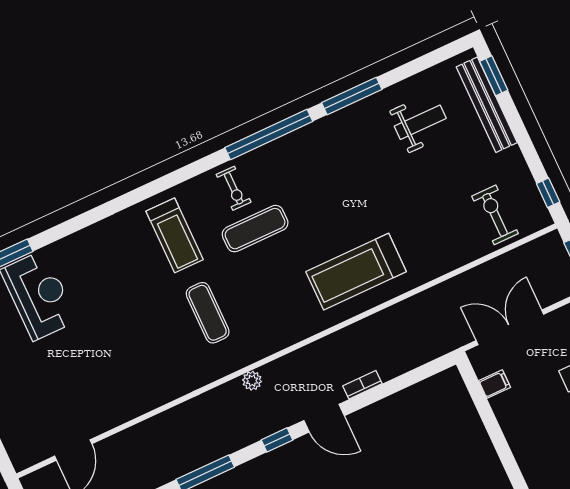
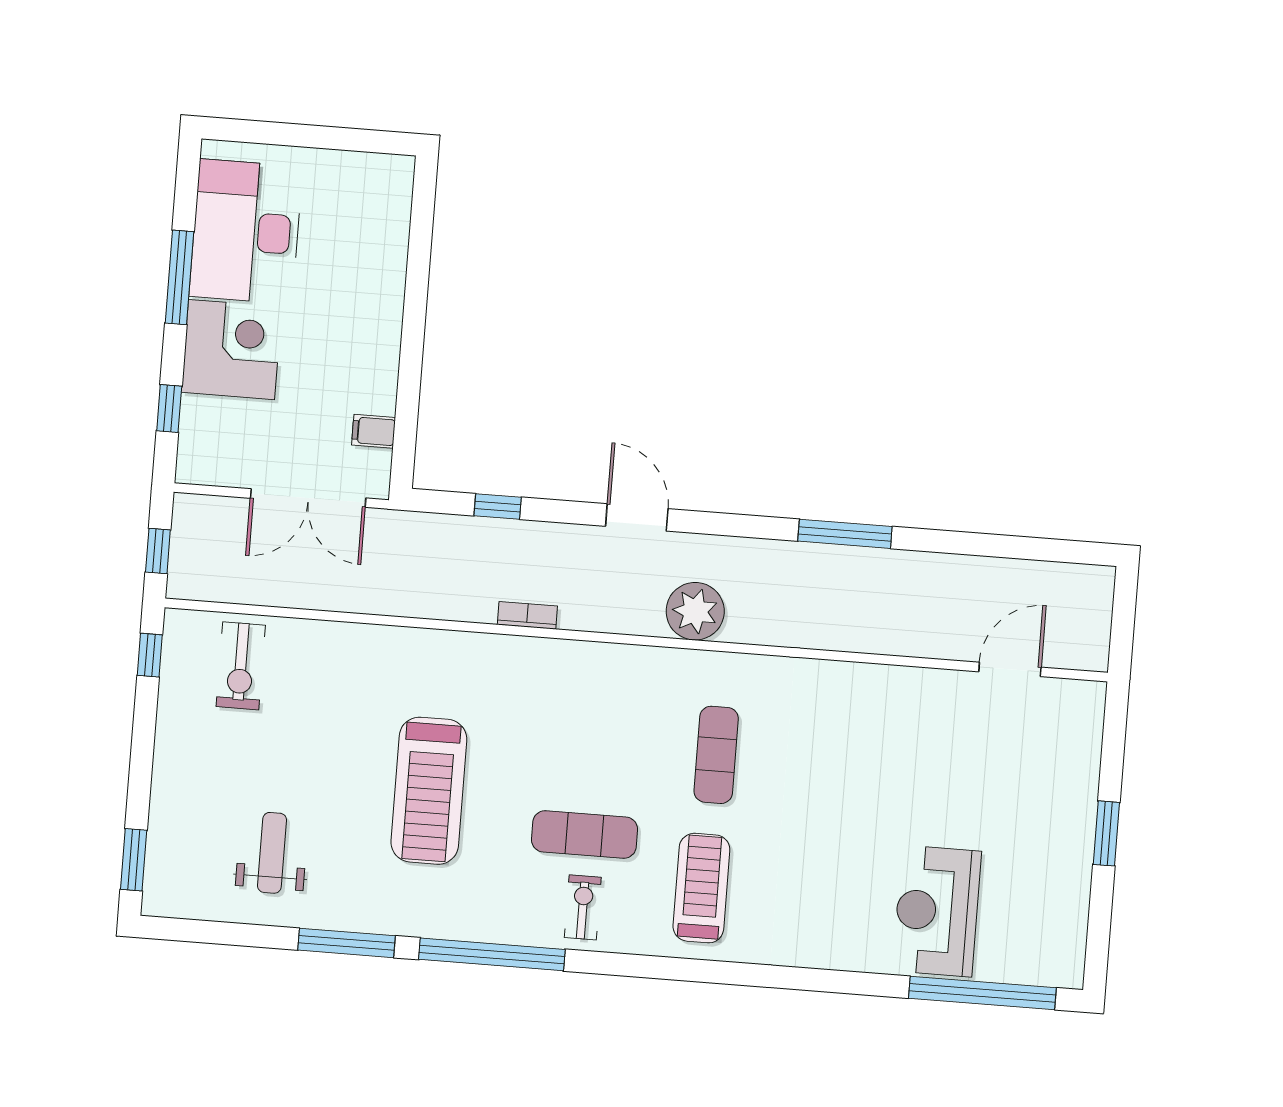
bench: (487, 105) -> (166, 825), removed
weight bench: (420, 122) -> (272, 853), turned 90
treadmill: (356, 272) -> (429, 791), moved, turned 90
plant: (252, 381) -> (695, 611), width x1.88, depth x1.88
bookcase: (362, 385) -> (527, 615), moved, turned 180
window: (277, 440) -> (498, 506), moved

